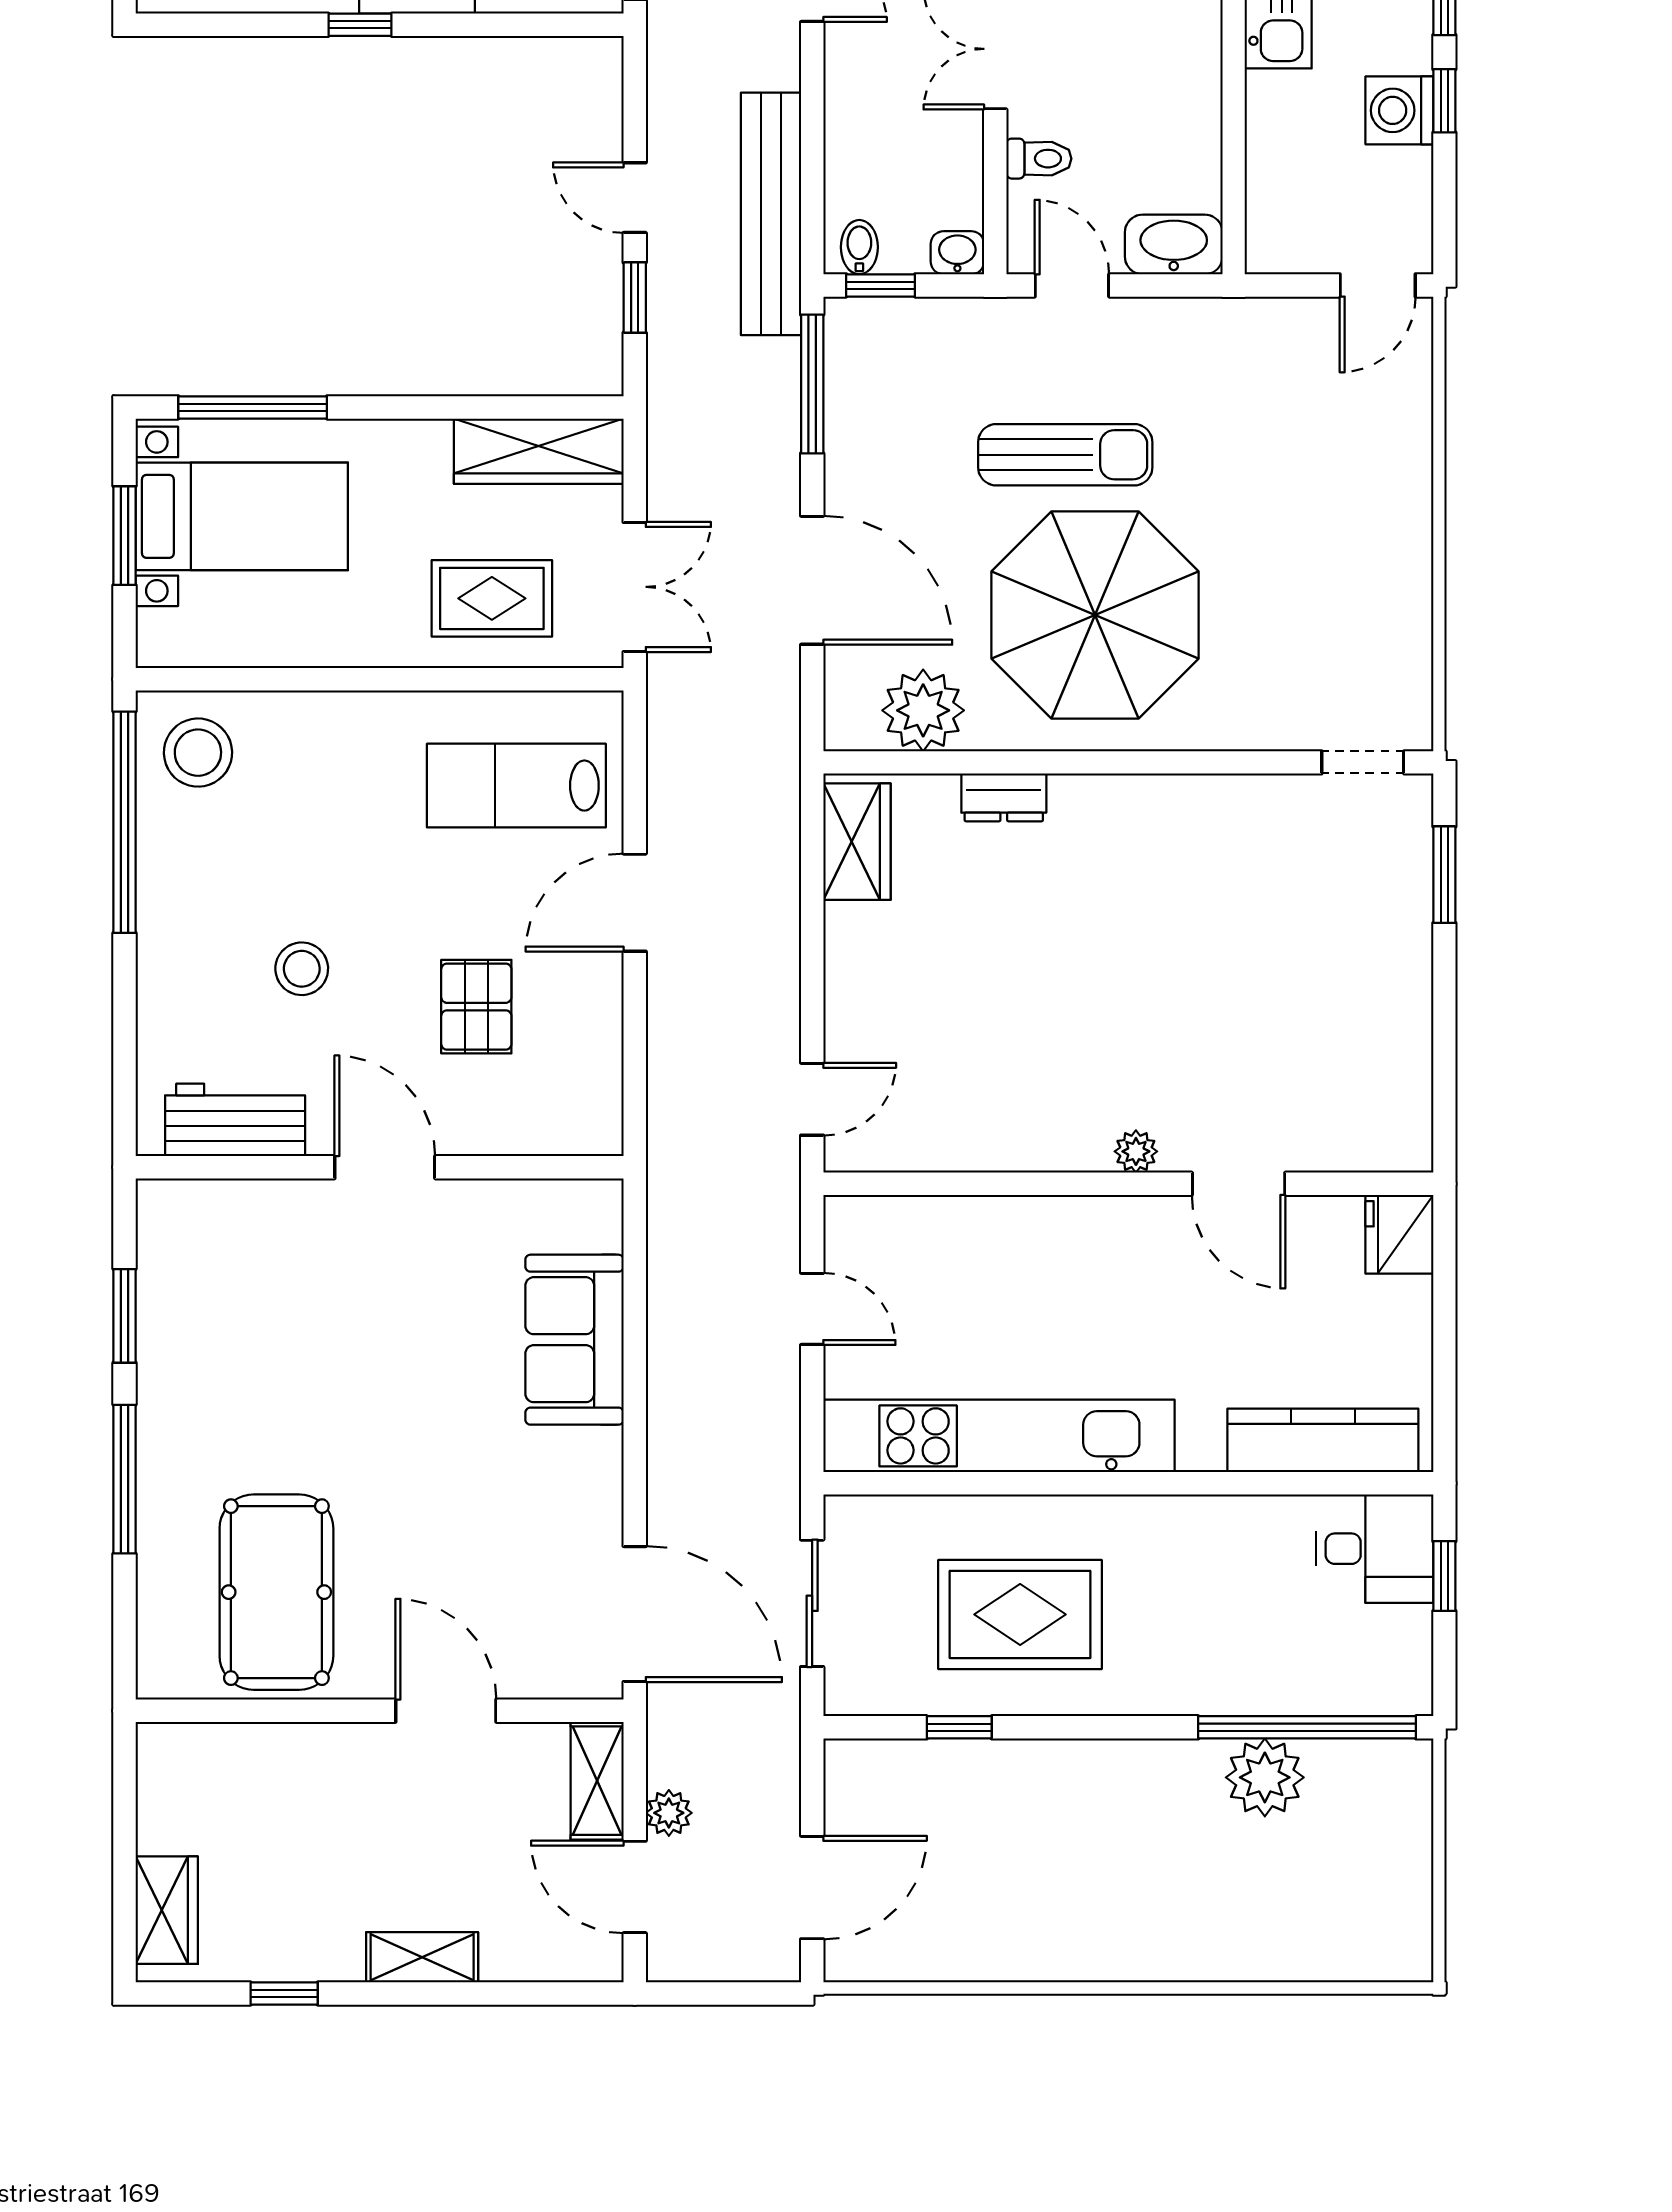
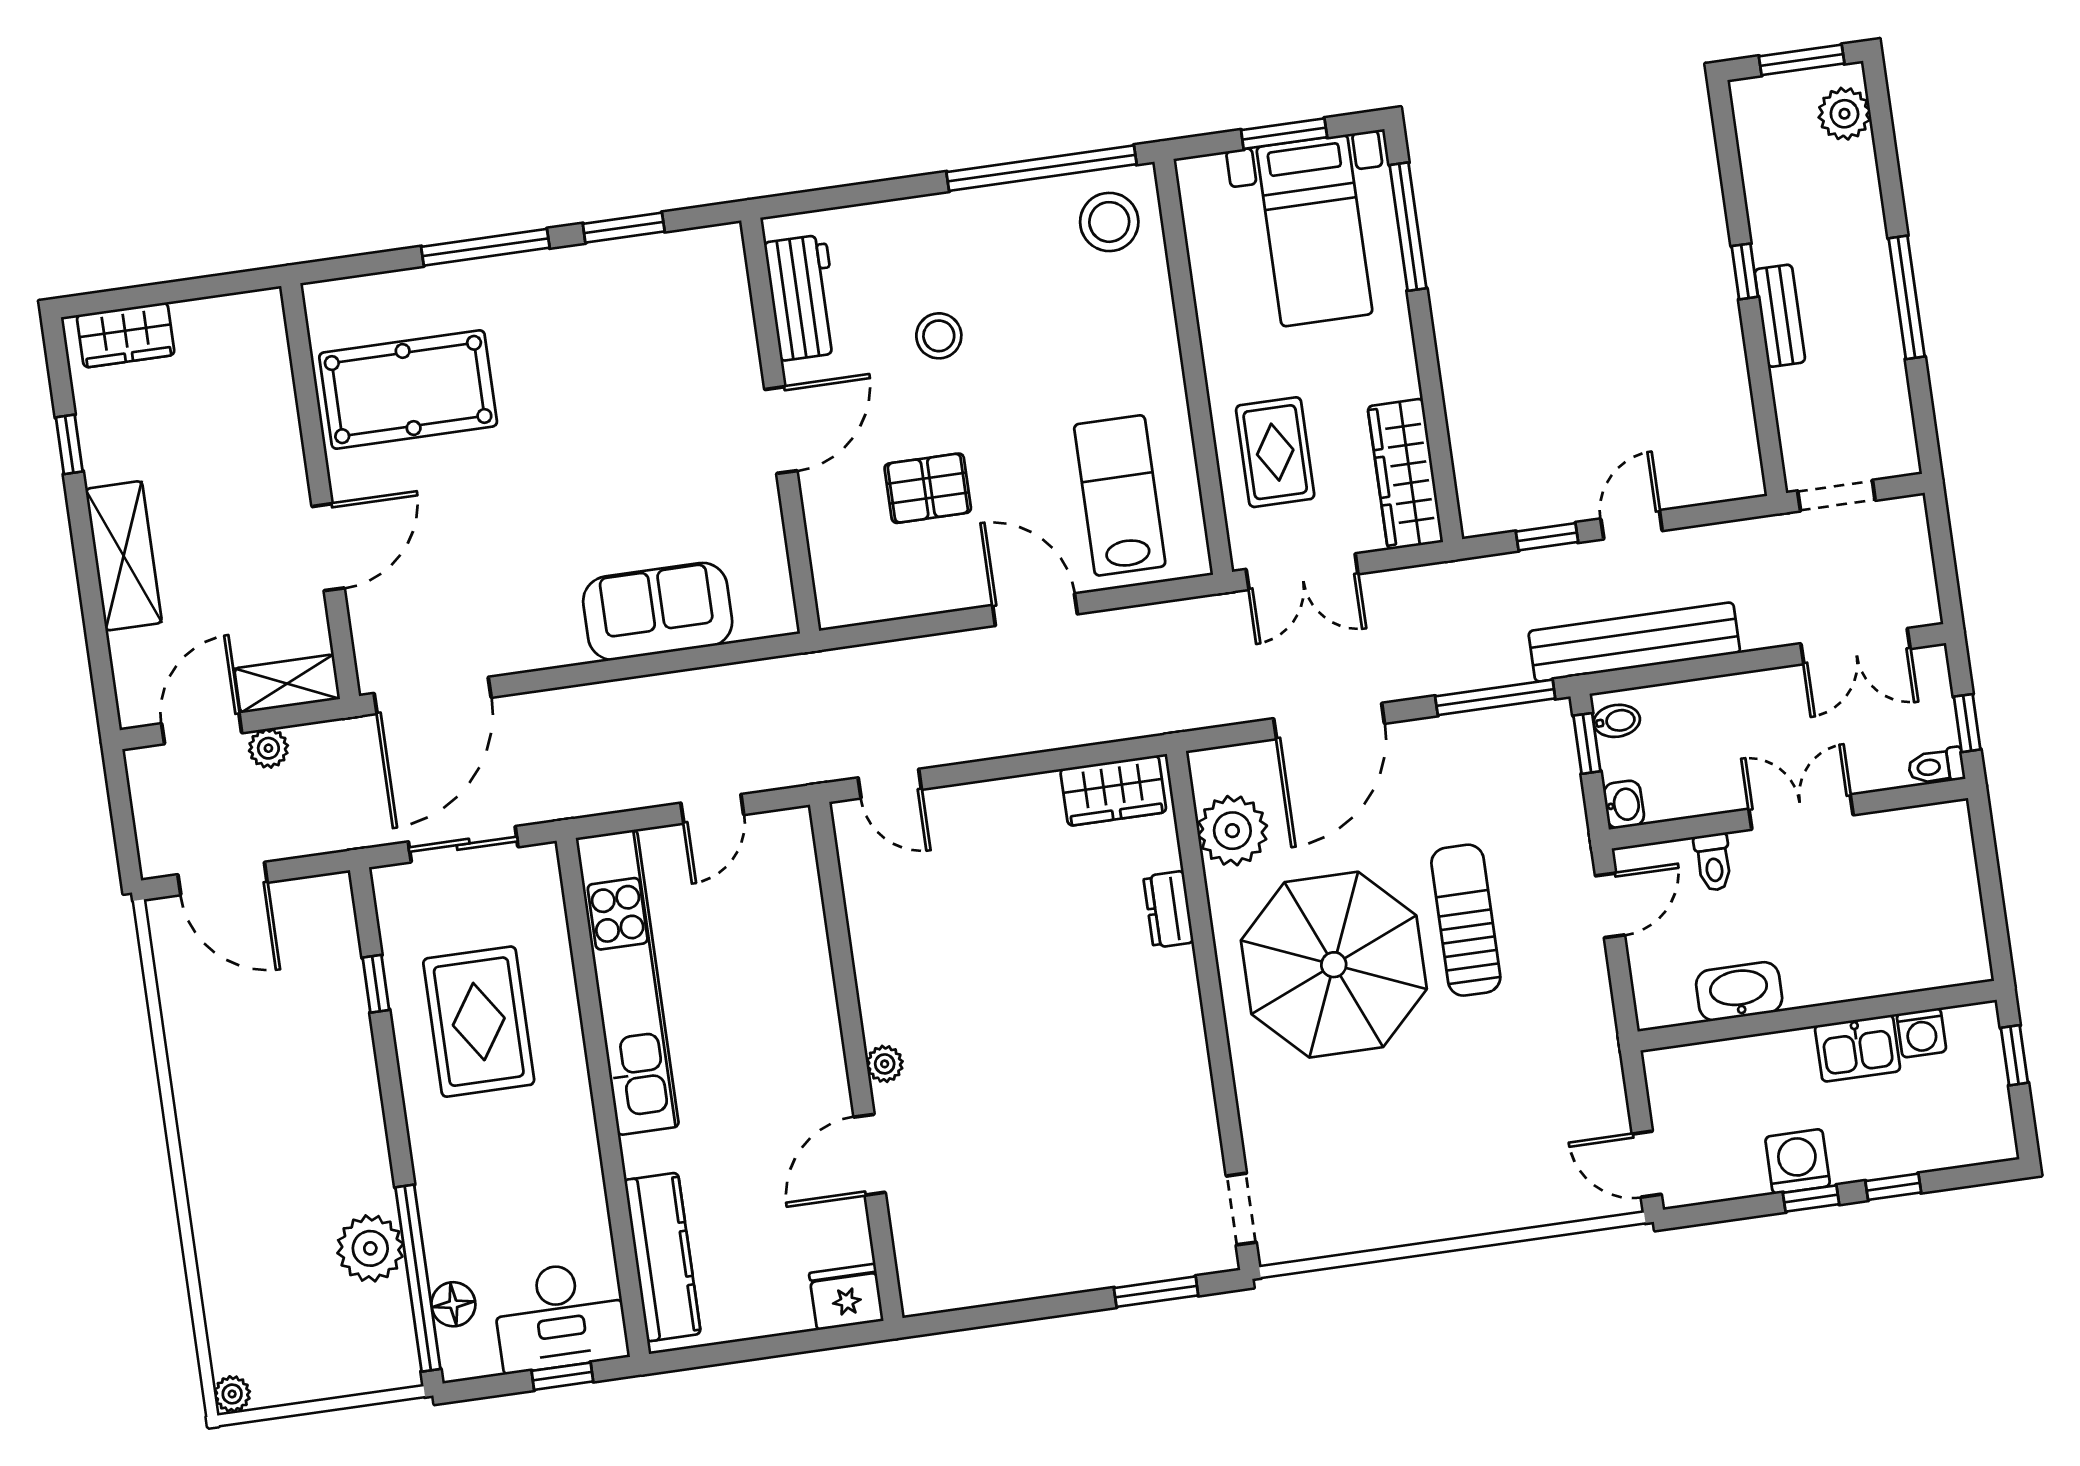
washbasin: (1174, 244) -> (1739, 991), moved, turned -90
sun lounger: (1065, 455) -> (1466, 920), turned 180
desk: (1375, 1549) -> (560, 1316), width x1.37
floor lamp: (1343, 1690) -> (453, 1304), added
shelving: (422, 1957) -> (124, 556), width x1.50, depth x1.33
plant: (1411, 1961) -> (232, 1394), added

